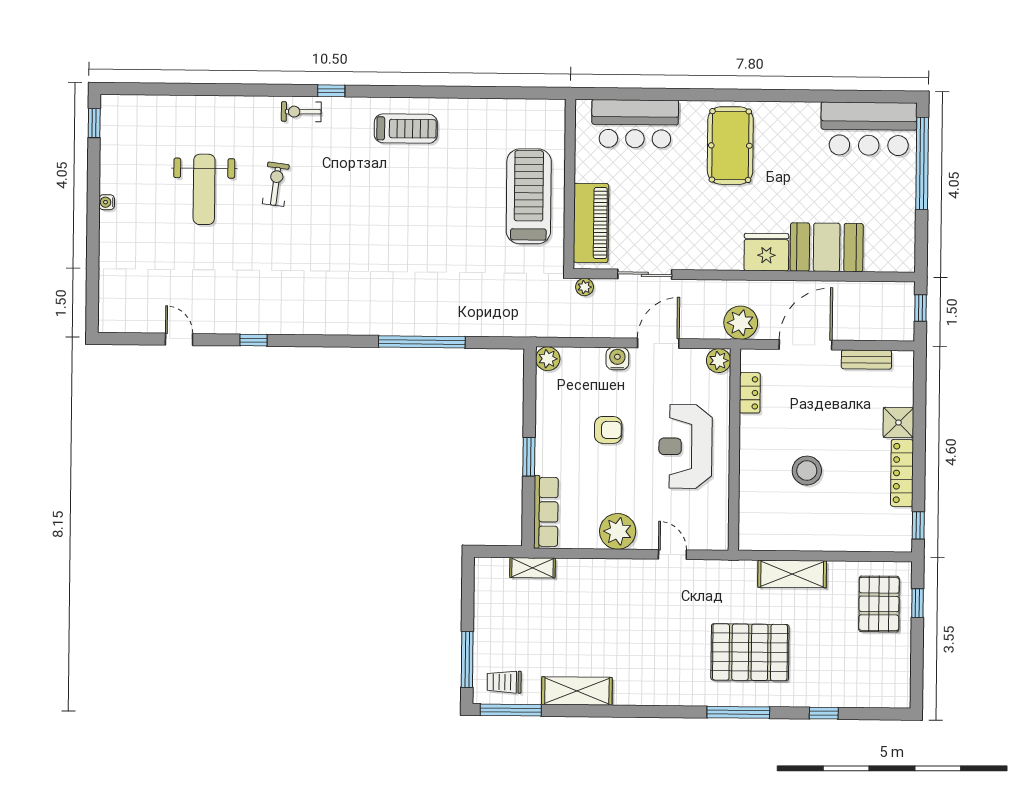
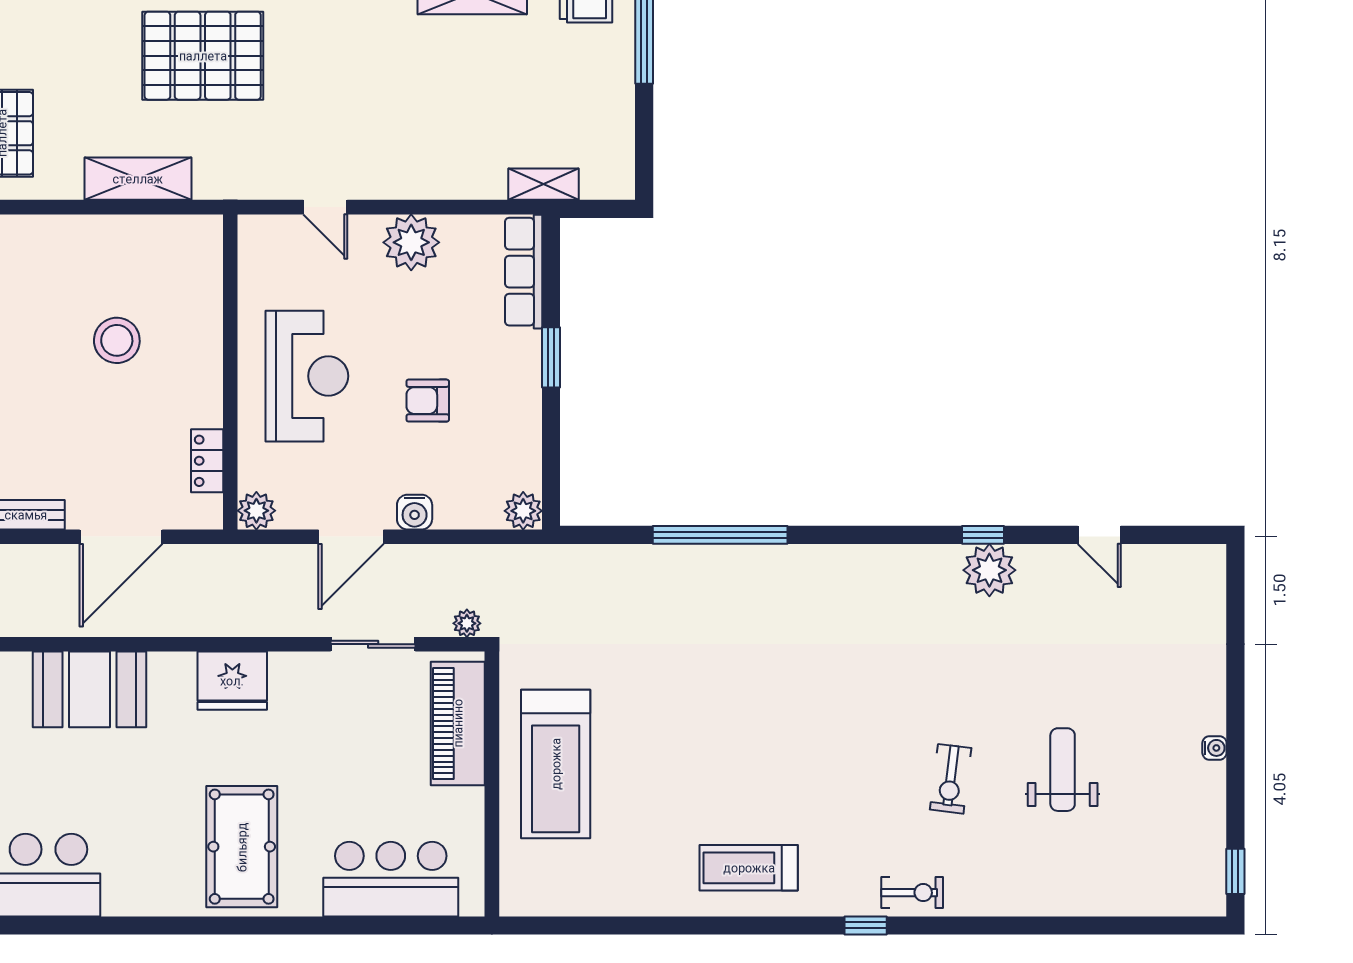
weight bench: (204, 189) -> (1063, 770), width x0.73, depth x0.75
fridge: (766, 252) -> (232, 681), moved
plant: (741, 323) -> (989, 570), moved

